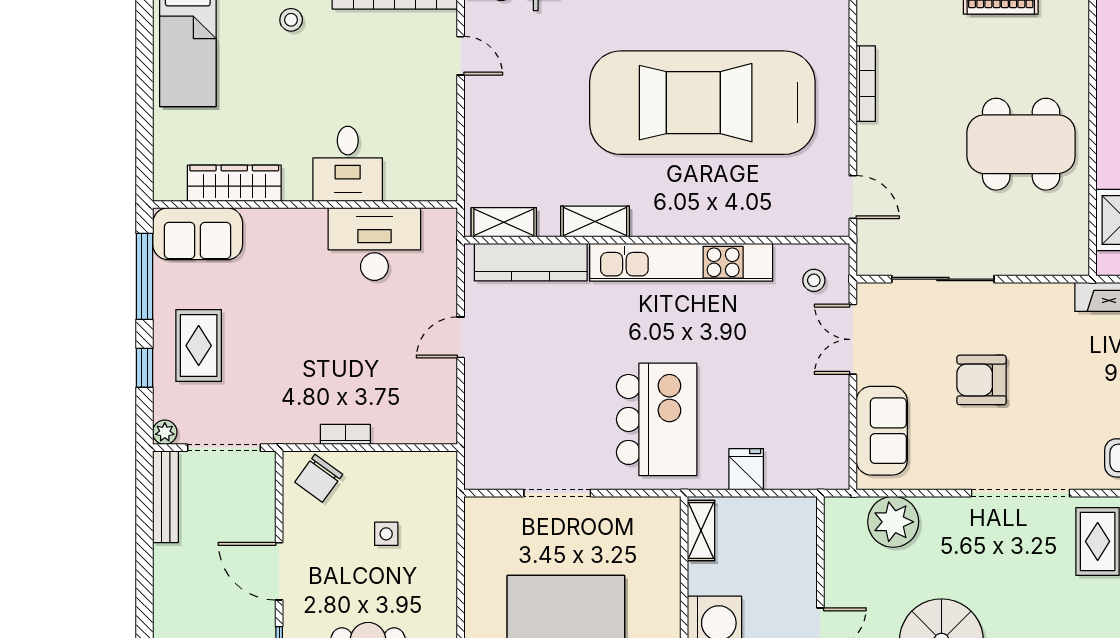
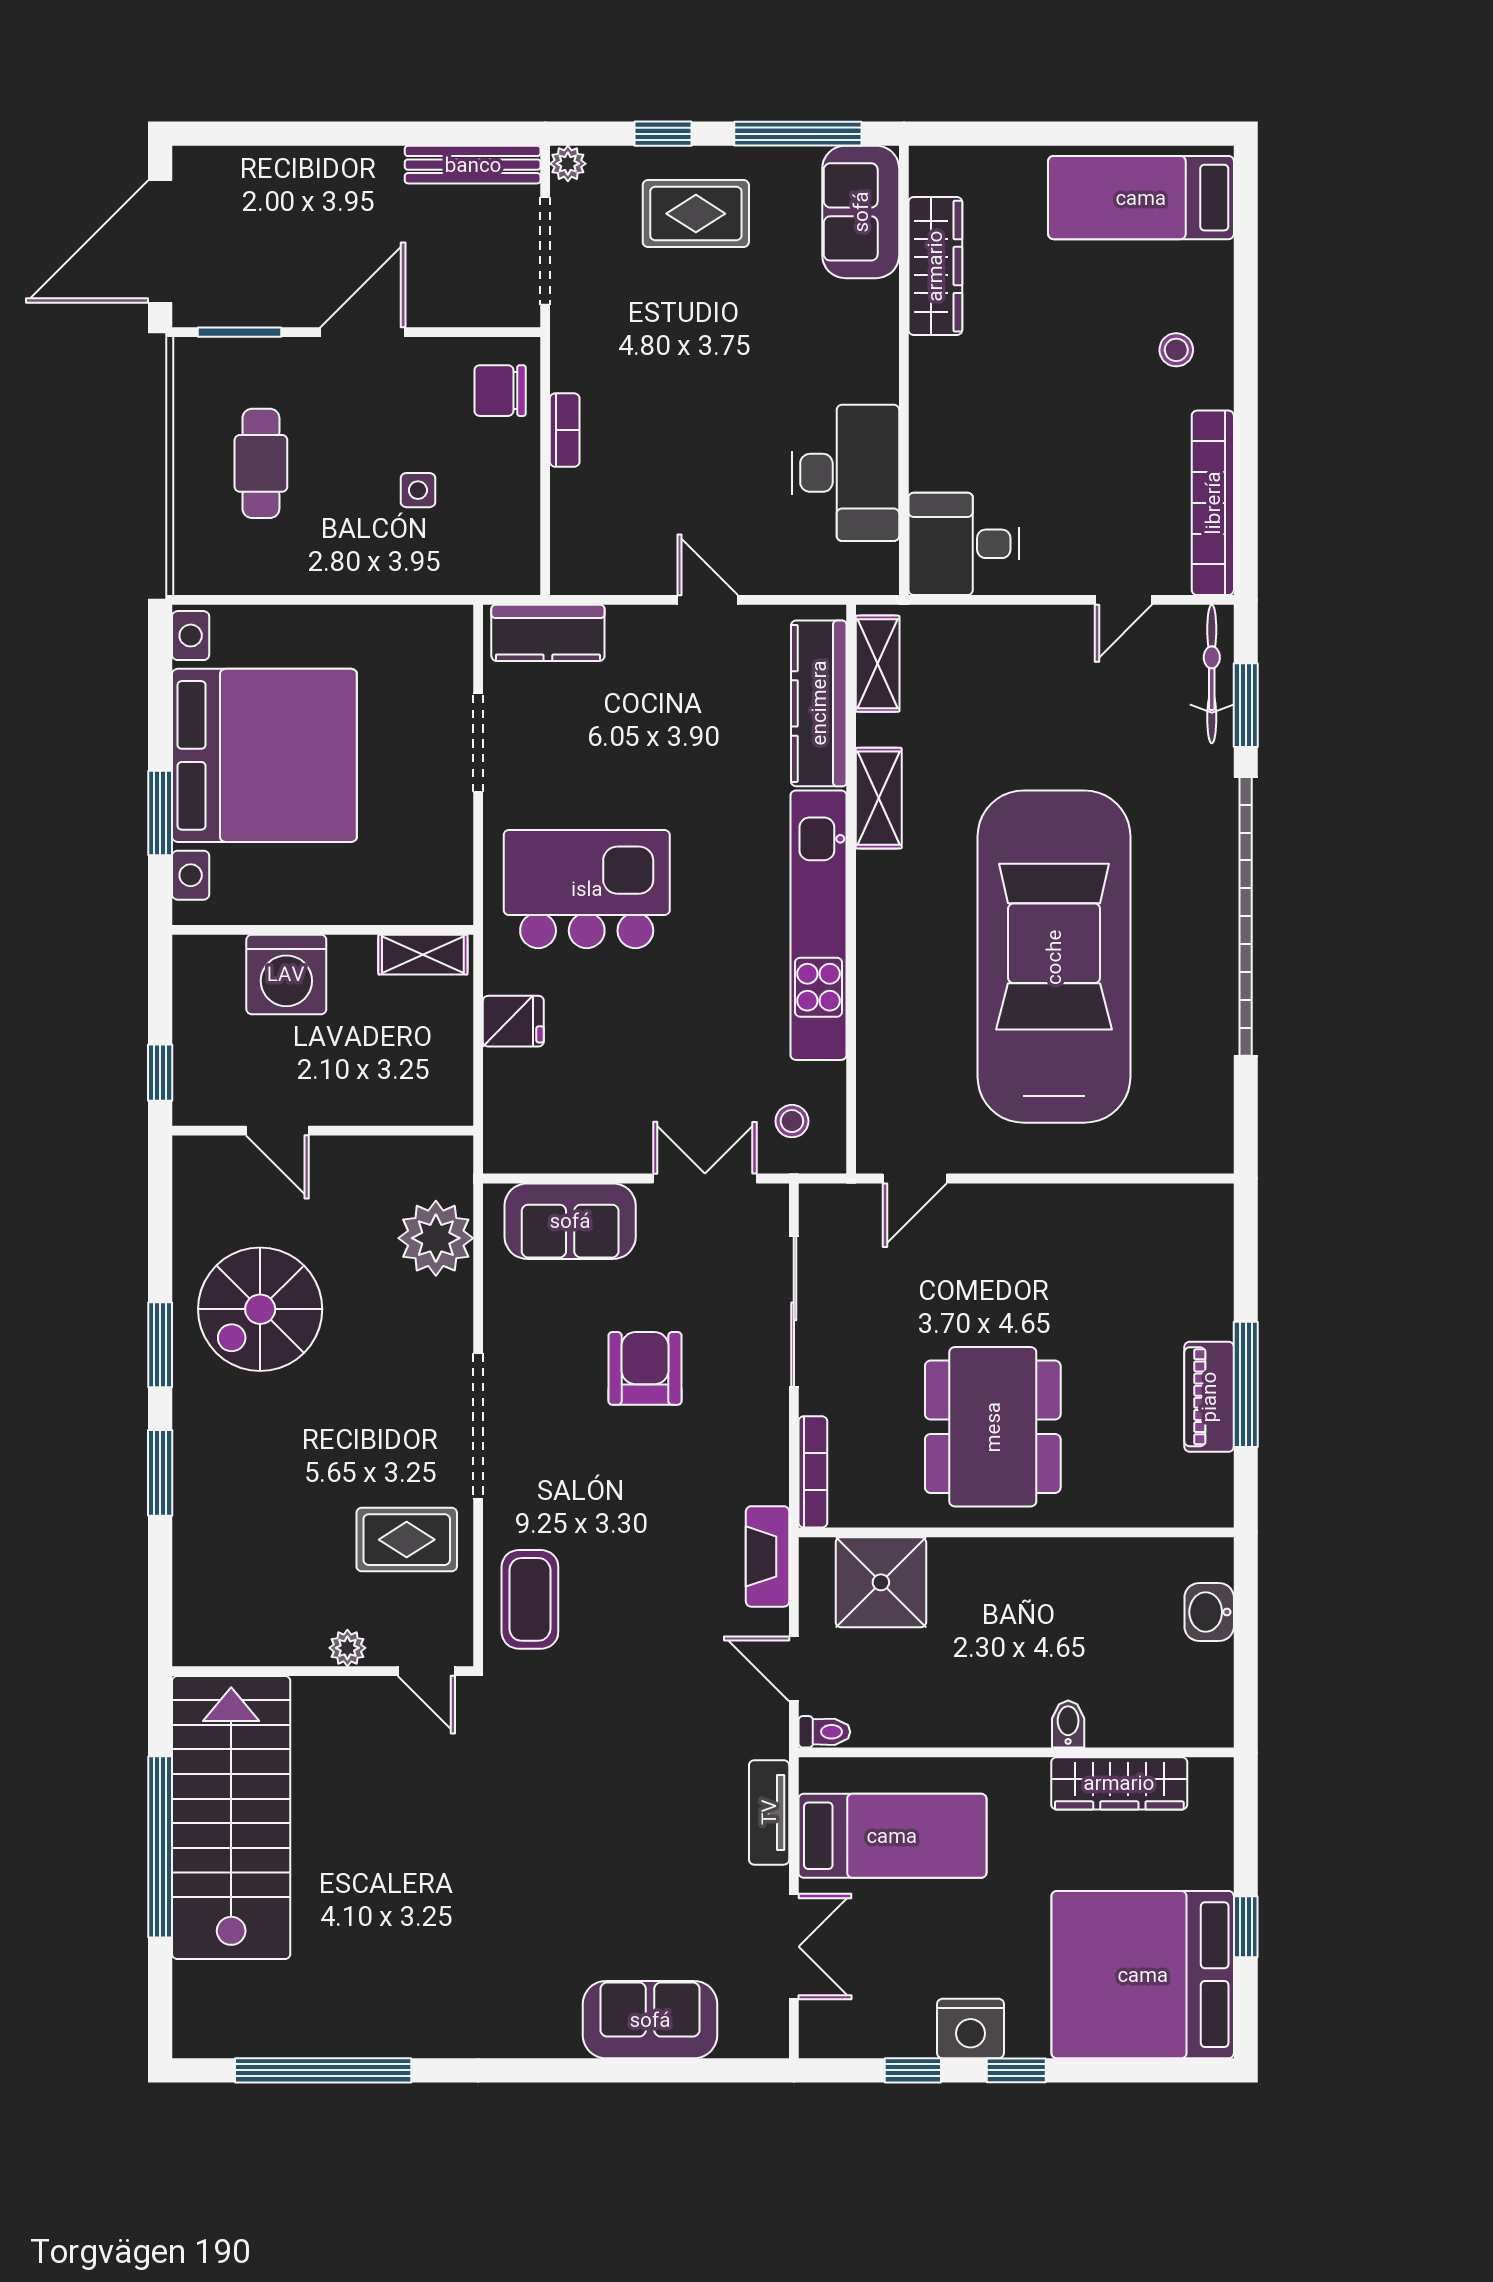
bookcase: (866, 84) -> (813, 1472), moved, turned -90
desk: (348, 164) -> (964, 544), moved
kitchen island: (657, 419) -> (587, 889), turned 180
kitchen counter: (483, 446) -> (548, 633), added
chair: (319, 478) -> (500, 391), turned -36

